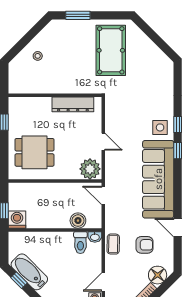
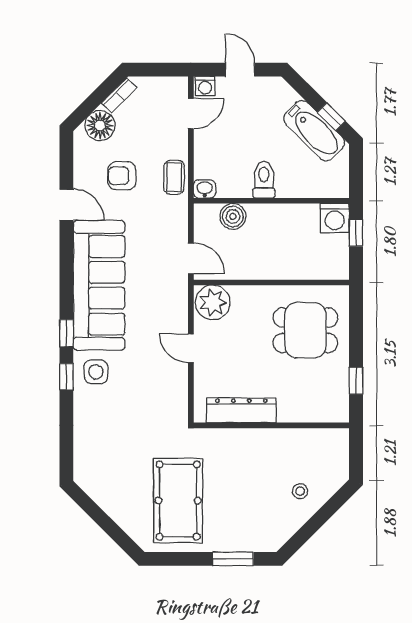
toilet: (80, 243) -> (264, 180), moved

